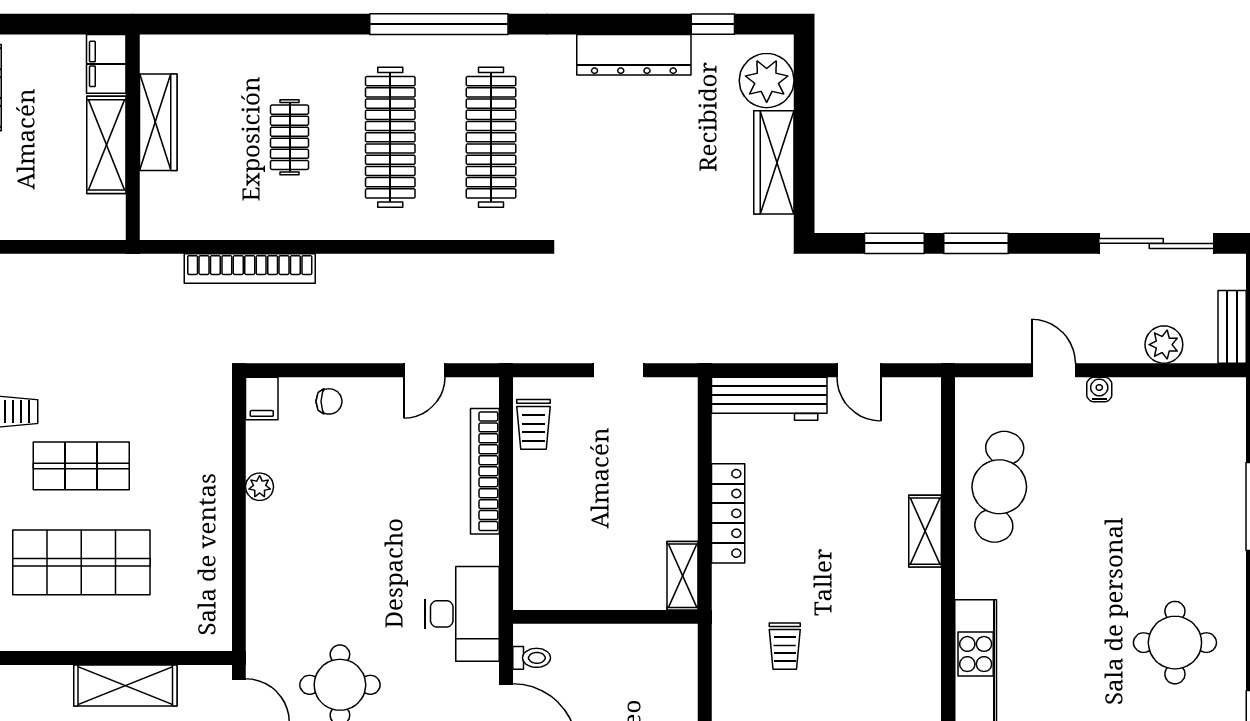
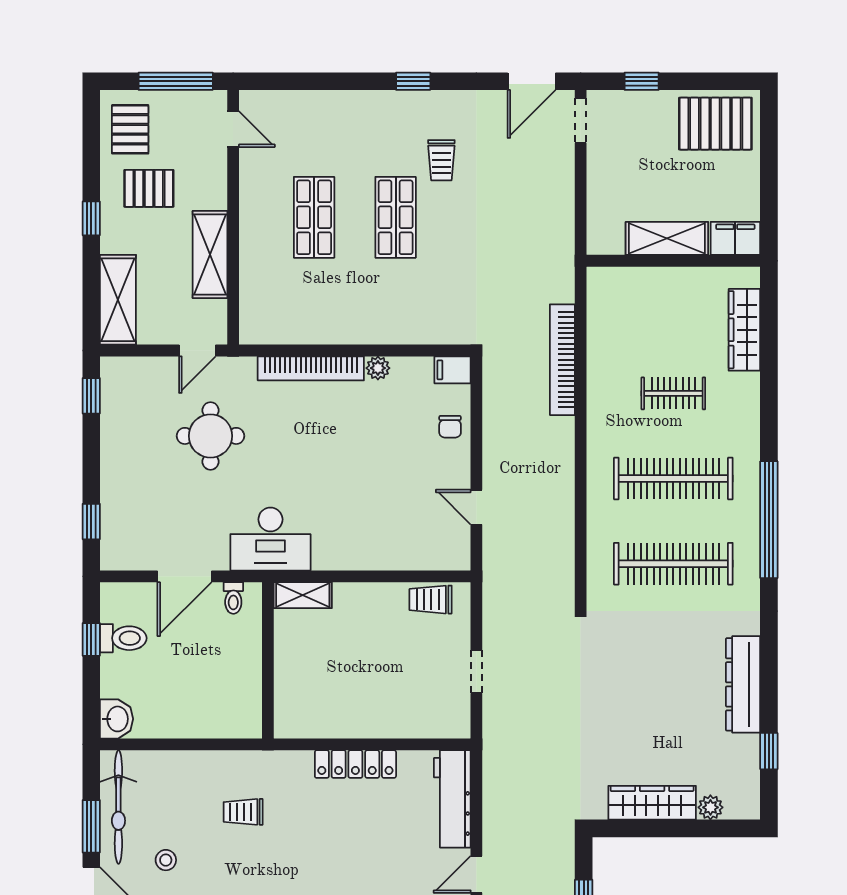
plant: (767, 81) -> (710, 807), width x0.53, depth x0.53
wardrobe: (158, 122) -> (744, 330), moved, turned 90
bookcase: (485, 471) -> (311, 368), moved, turned 180
shop shelf: (81, 562) -> (314, 217), width x0.70, depth x0.74
shelving: (682, 576) -> (303, 595), moved

